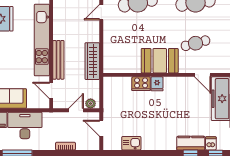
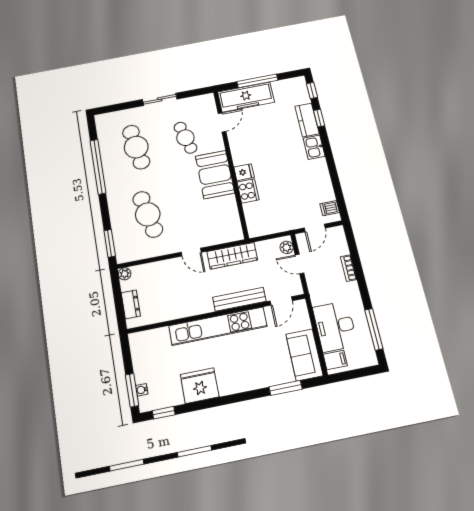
door: (101, 12) -> (191, 252), moved
kitchen sink: (131, 143) -> (314, 147), moved
dishwasher: (211, 143) -> (330, 208), moved

